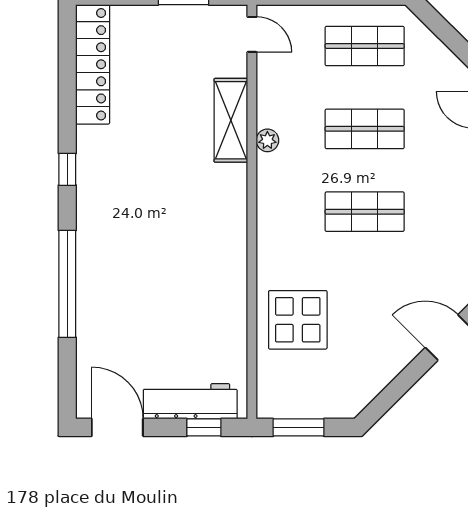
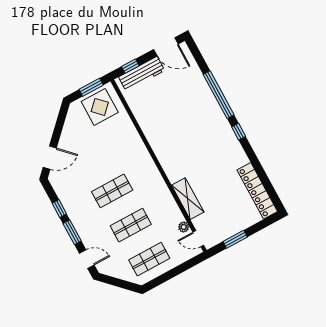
plant: (267, 140) -> (184, 227), moved
window: (67, 169) -> (239, 132), moved
display table: (298, 320) -> (100, 107), moved

